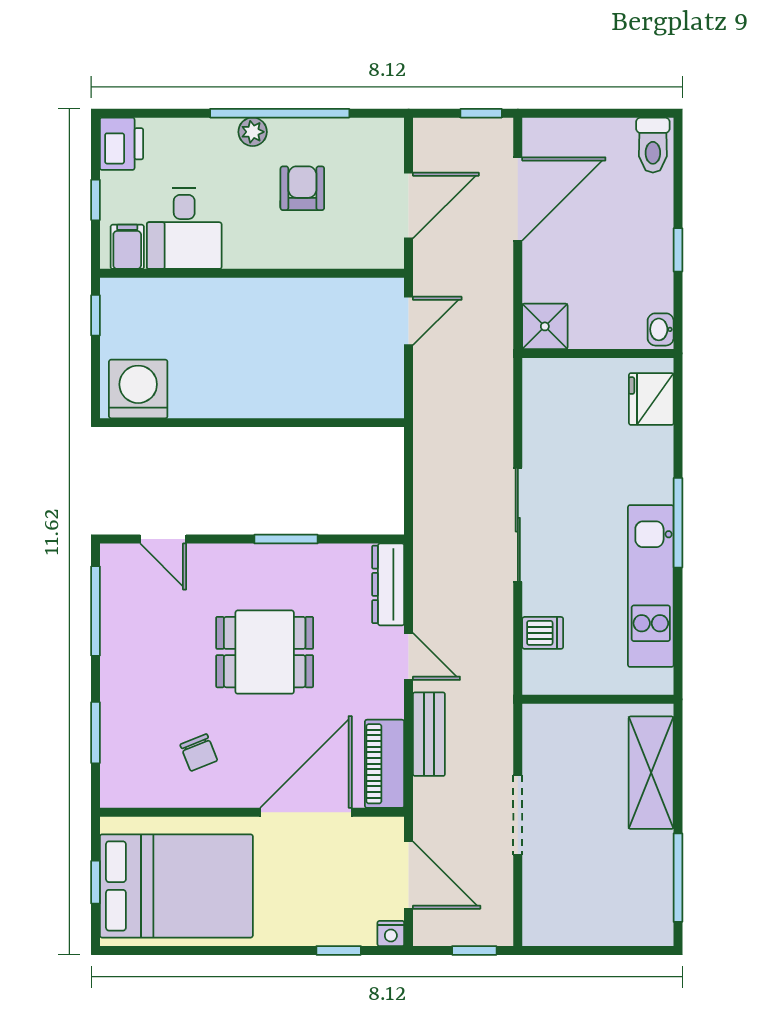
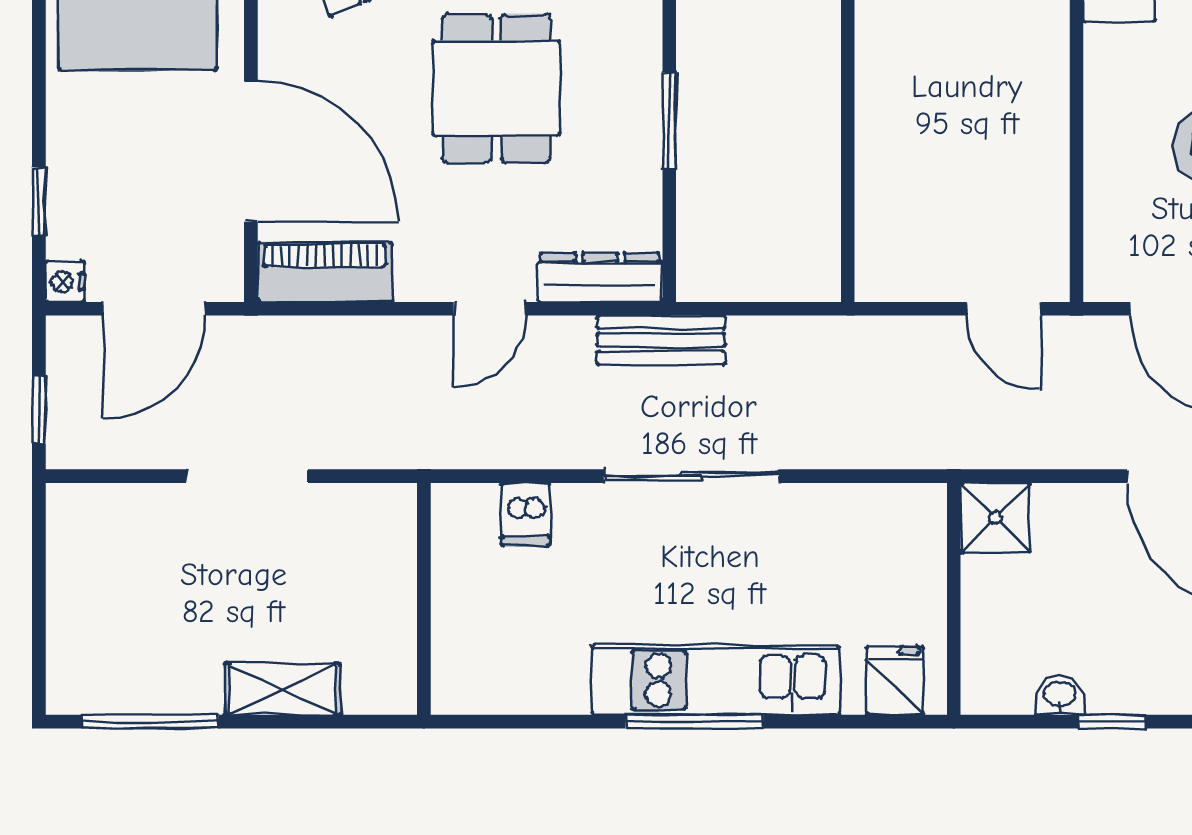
washbasin: (661, 329) -> (1060, 695), moved
fridge: (651, 399) -> (895, 681), width x0.72
kitchen unit: (651, 586) -> (716, 680), moved
bench: (429, 734) -> (661, 340), moved
shelving: (651, 773) -> (283, 689), width x0.67, depth x0.75

